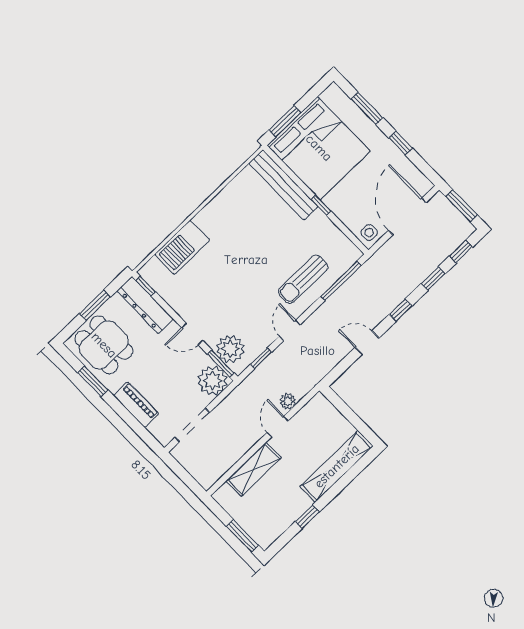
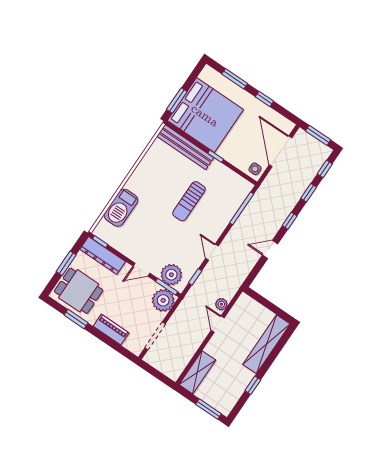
sun lounger: (303, 279) -> (189, 201), moved
shelving: (254, 469) -> (197, 372), moved

